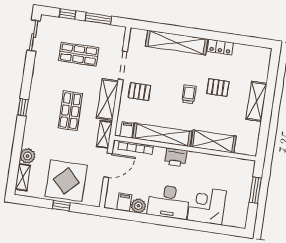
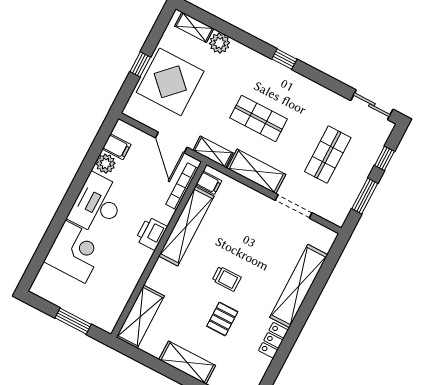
pallet: (140, 92) -> (252, 216), removed
shelving: (213, 142) -> (140, 317), moved

